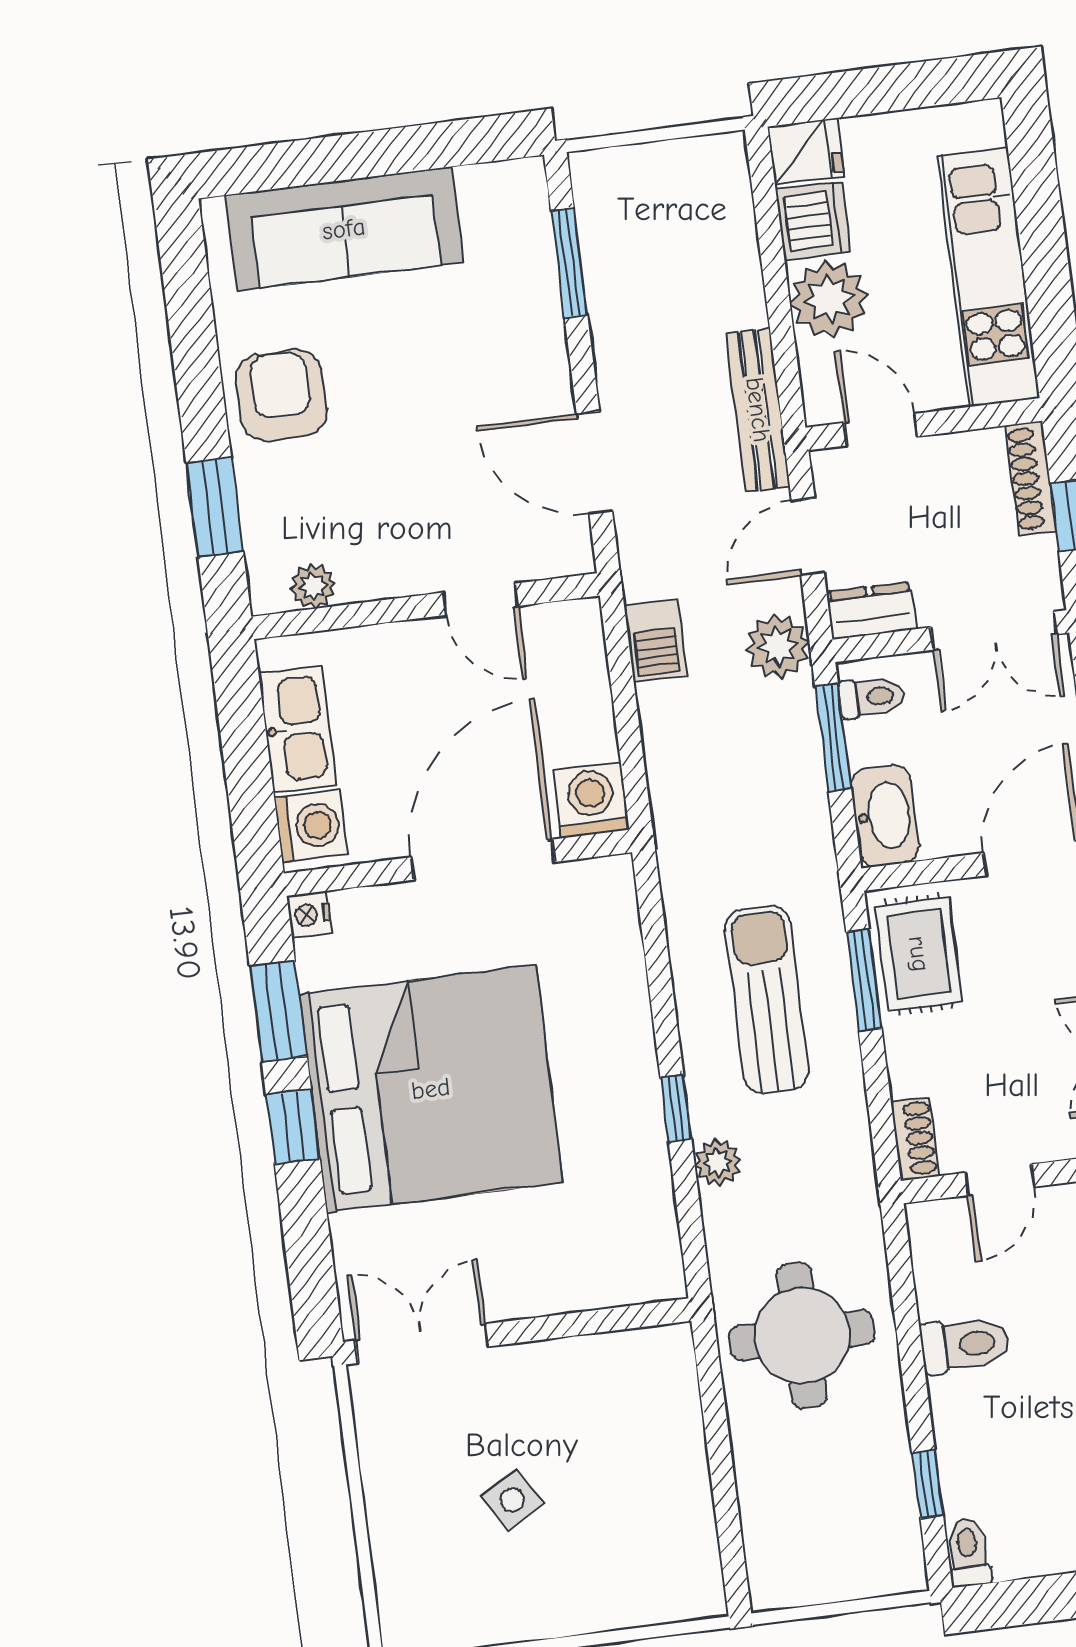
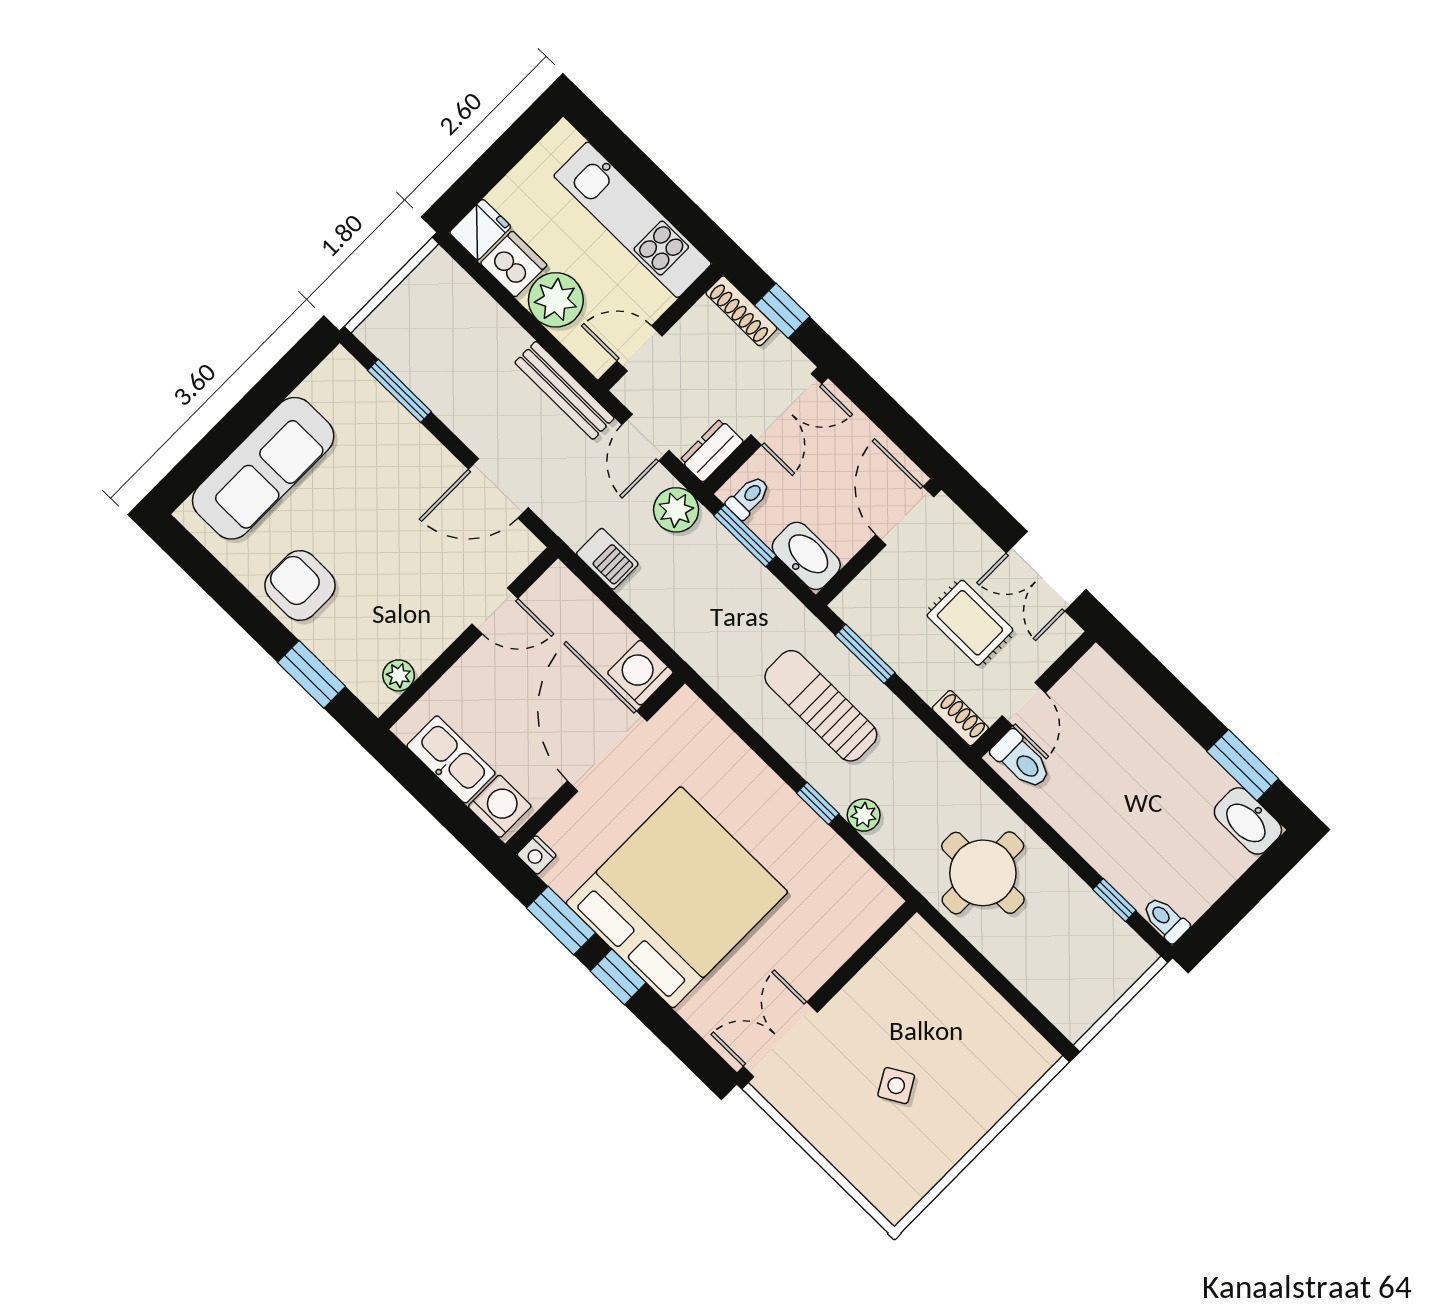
rug: (919, 954) -> (970, 623), moved
toilet: (965, 1345) -> (1021, 760), moved, turned 90

